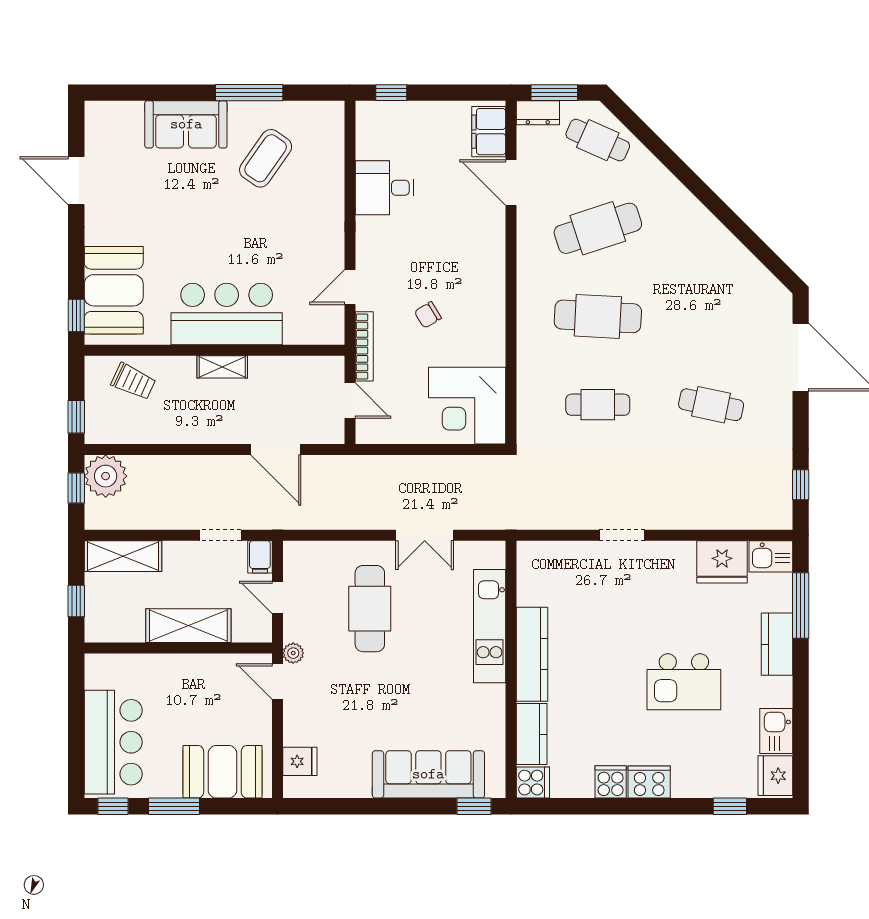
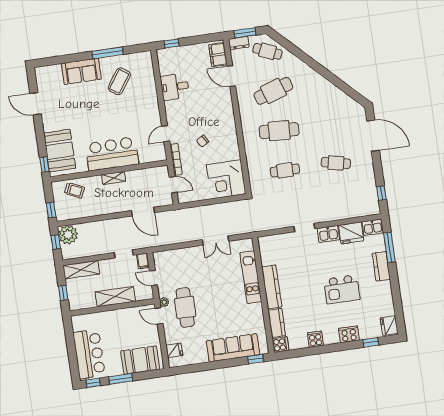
cafe table: (370, 609) -> (185, 307), moved
kitchen sink: (776, 731) -> (328, 234), moved, turned -90
cooker: (649, 782) -> (349, 334), moved

